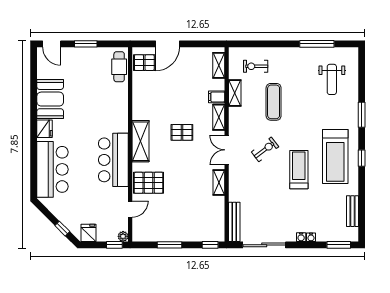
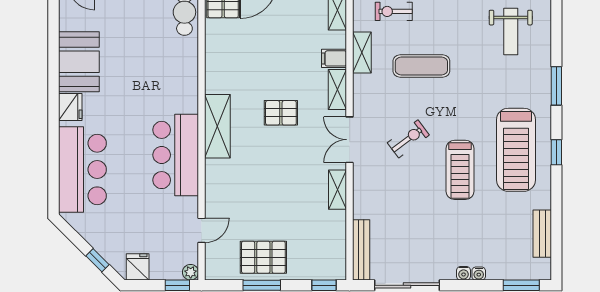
exercise mat: (274, 102) -> (421, 66), turned 90
treadmill: (299, 170) -> (460, 170), turned 180
pallet: (149, 183) -> (263, 257), moved

